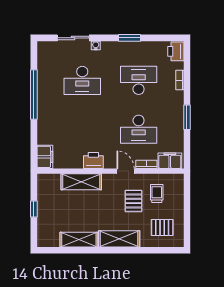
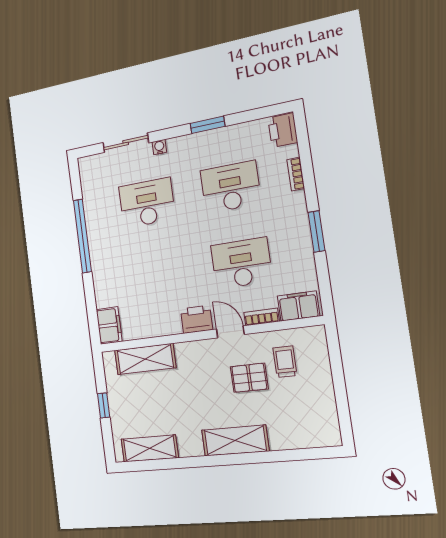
desk: (82, 80) -> (147, 203), turned 180
desk: (139, 129) -> (241, 263), turned 180
printer: (93, 161) -> (197, 319), moved
shelving: (81, 182) -> (145, 359), moved
pallet: (133, 201) -> (249, 378), turned 90
pallet: (162, 227) -> (302, 416), removed
shelving: (79, 240) -> (150, 448), moved

